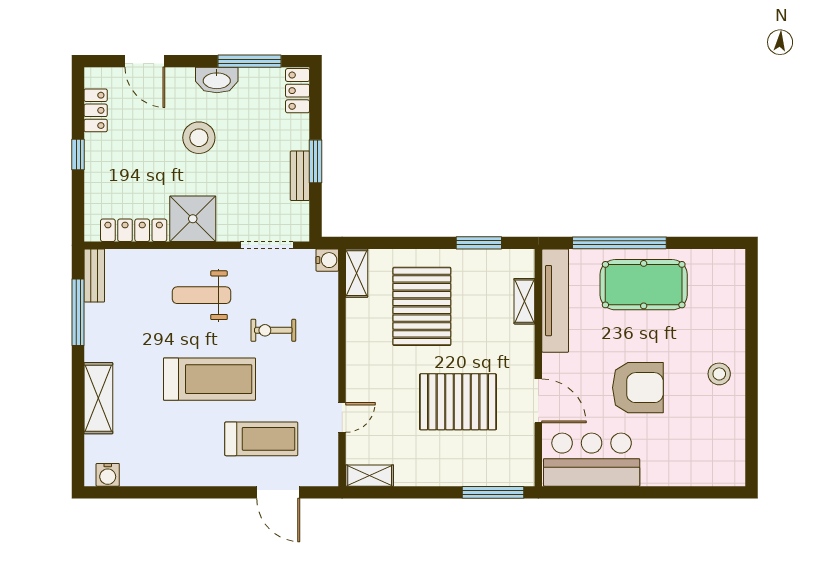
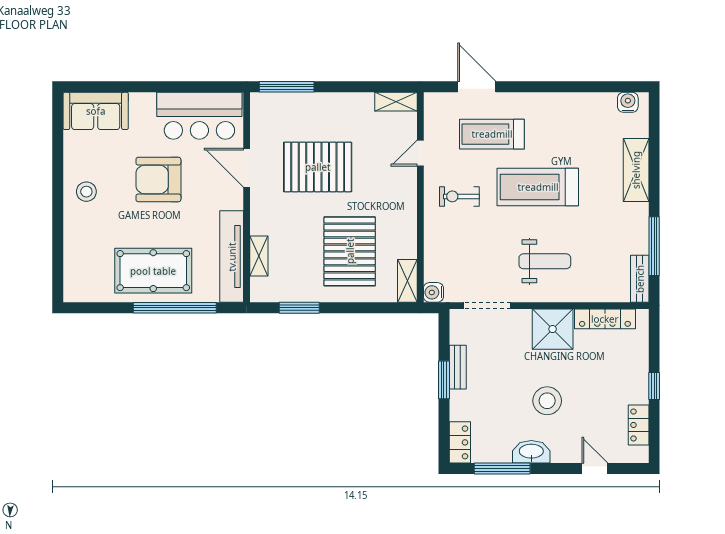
door: (145, 61) -> (595, 469), width x0.73
exercise bike: (273, 330) -> (459, 196), moved, turned 180
sofa: (709, 465) -> (96, 111), added

